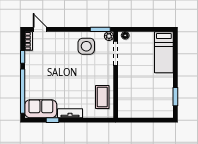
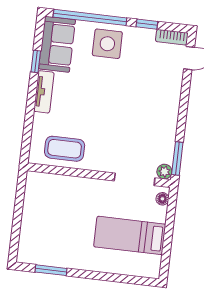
side table: (86, 46) -> (107, 44), moved
bed: (164, 52) -> (130, 235), moved

